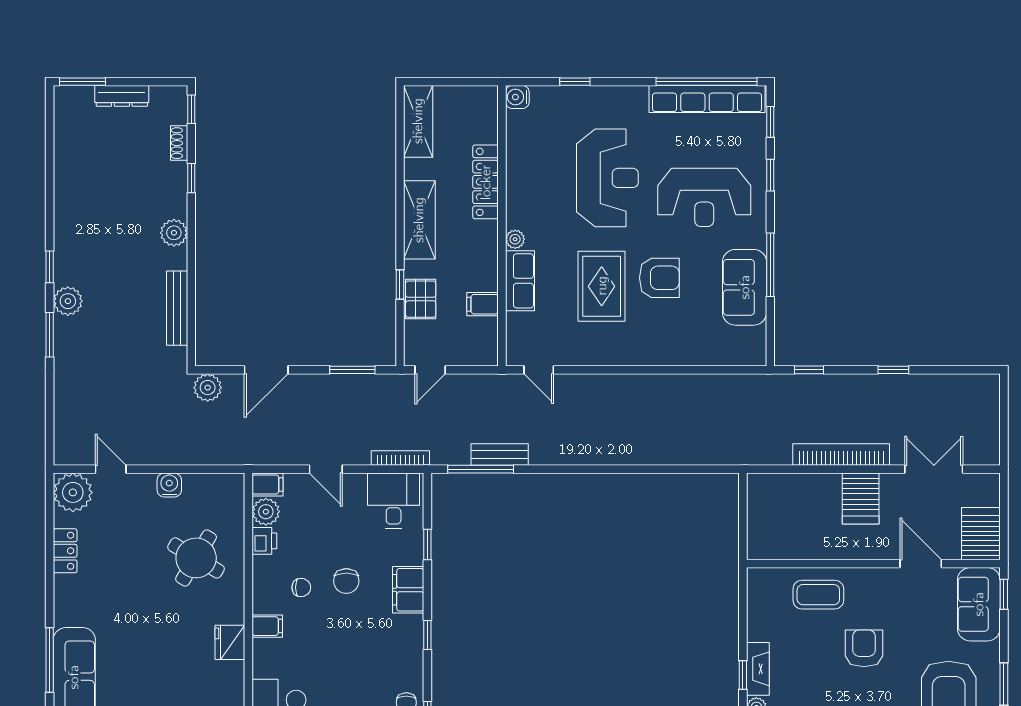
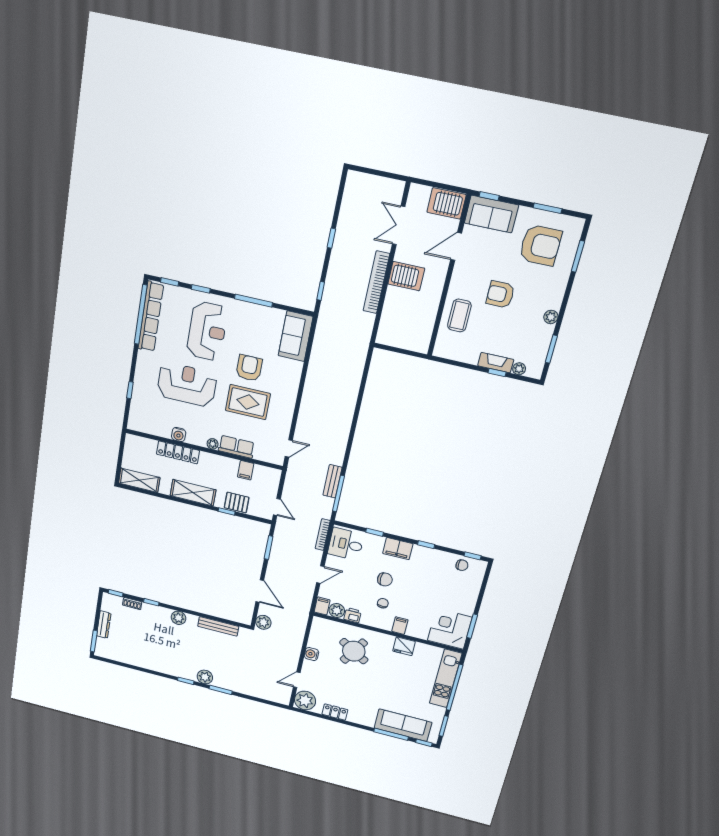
water cooler: (517, 97) -> (179, 435), moved
sofa: (745, 287) -> (296, 336), moved, turned 90

